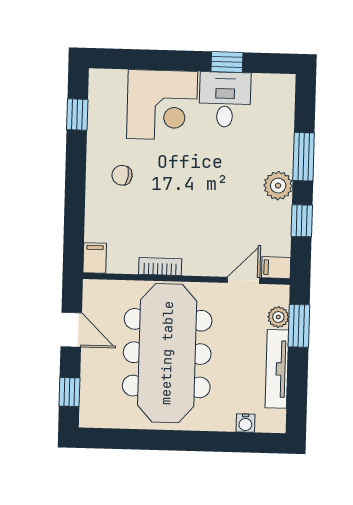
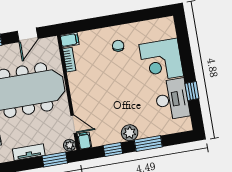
desk: (225, 100) -> (172, 99), width x1.37
window: (77, 114) -> (147, 15), removed
bookcase: (160, 266) -> (69, 60), moved
plant: (278, 317) -> (70, 145), moved
tv unit: (277, 369) -> (29, 152), width x0.71

